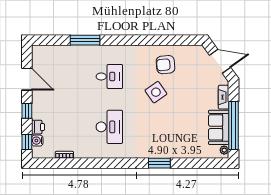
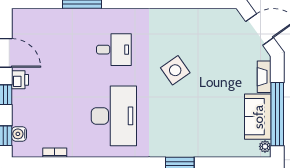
armchair: (166, 65) -> (188, 34), removed
printer: (38, 127) -> (20, 80), moved
desk: (109, 127) -> (114, 116), width x1.36, depth x1.30

